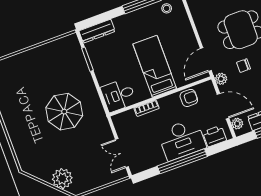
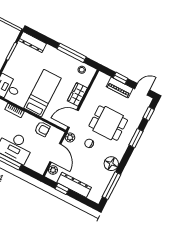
wardrobe: (186, 34) -> (77, 94), added
printer: (215, 136) -> (34, 164), removed

